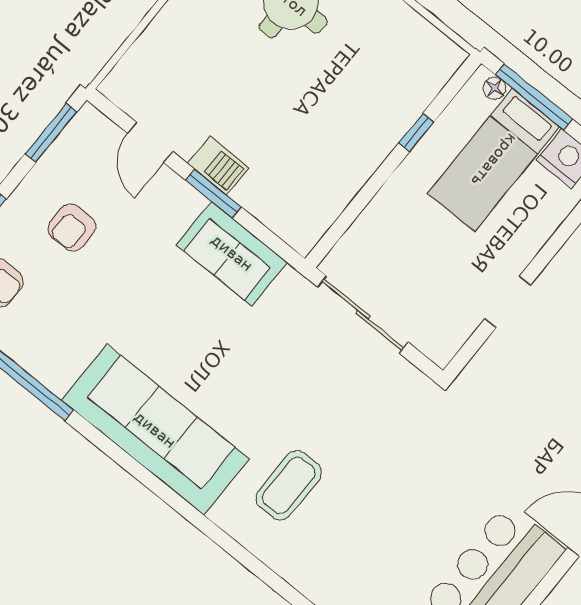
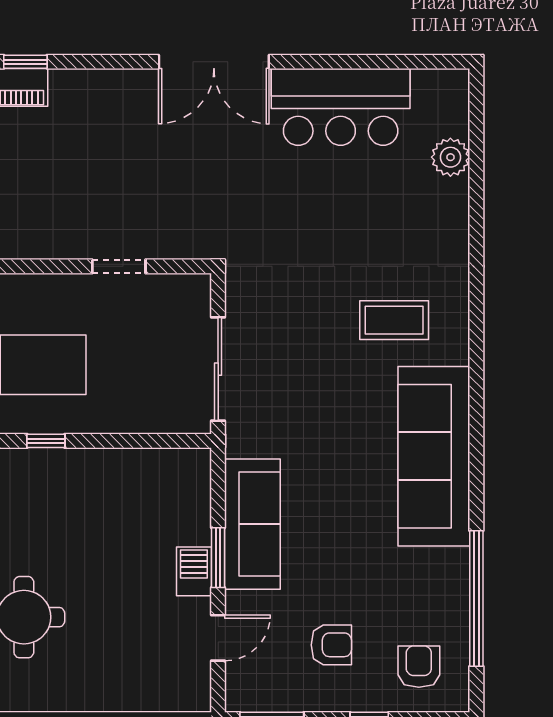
sofa: (232, 253) -> (252, 524), width x1.36

